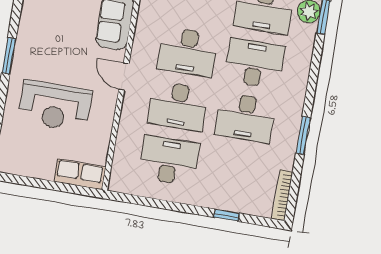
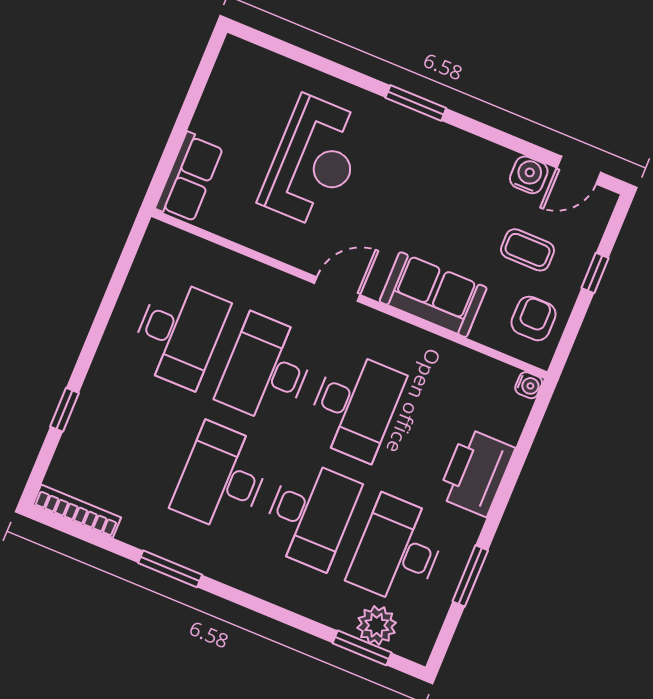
desk: (187, 52) -> (355, 406), turned 180
reception desk: (55, 106) -> (314, 162), turned 180

